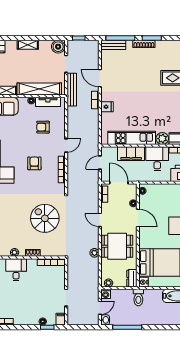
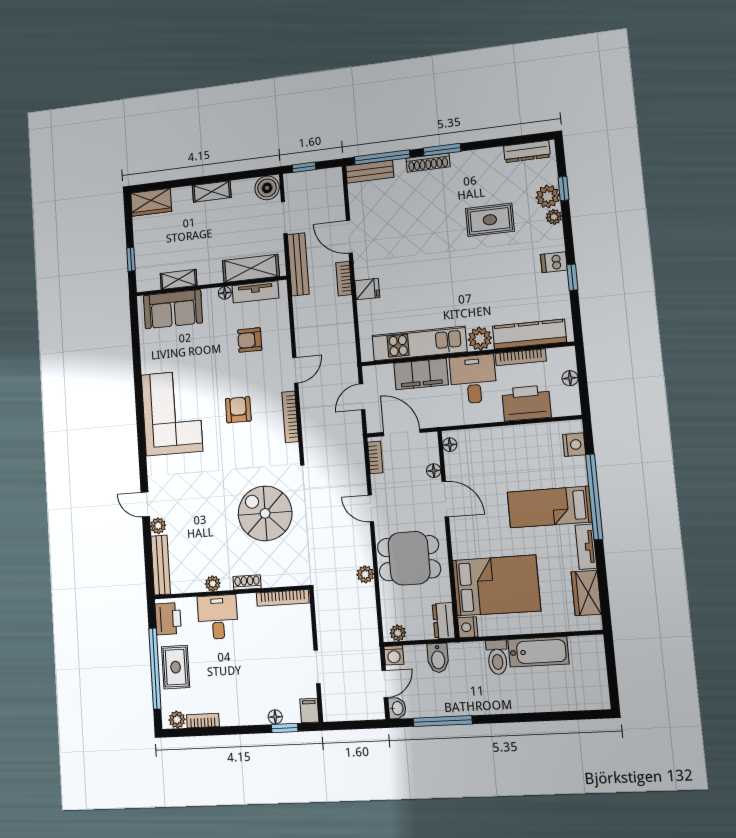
shelving: (39, 89) -> (251, 268), width x0.68
bidet: (128, 296) -> (438, 658), added
toilet: (138, 298) -> (497, 657), moved

